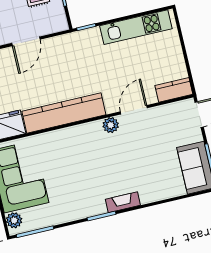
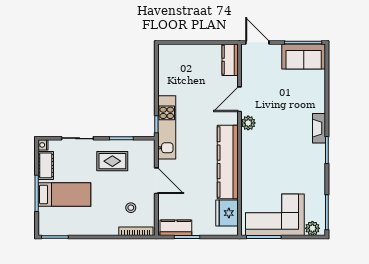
kitchen unit: (136, 27) -> (167, 127), moved
door: (134, 110) -> (240, 99), hinge flipped

